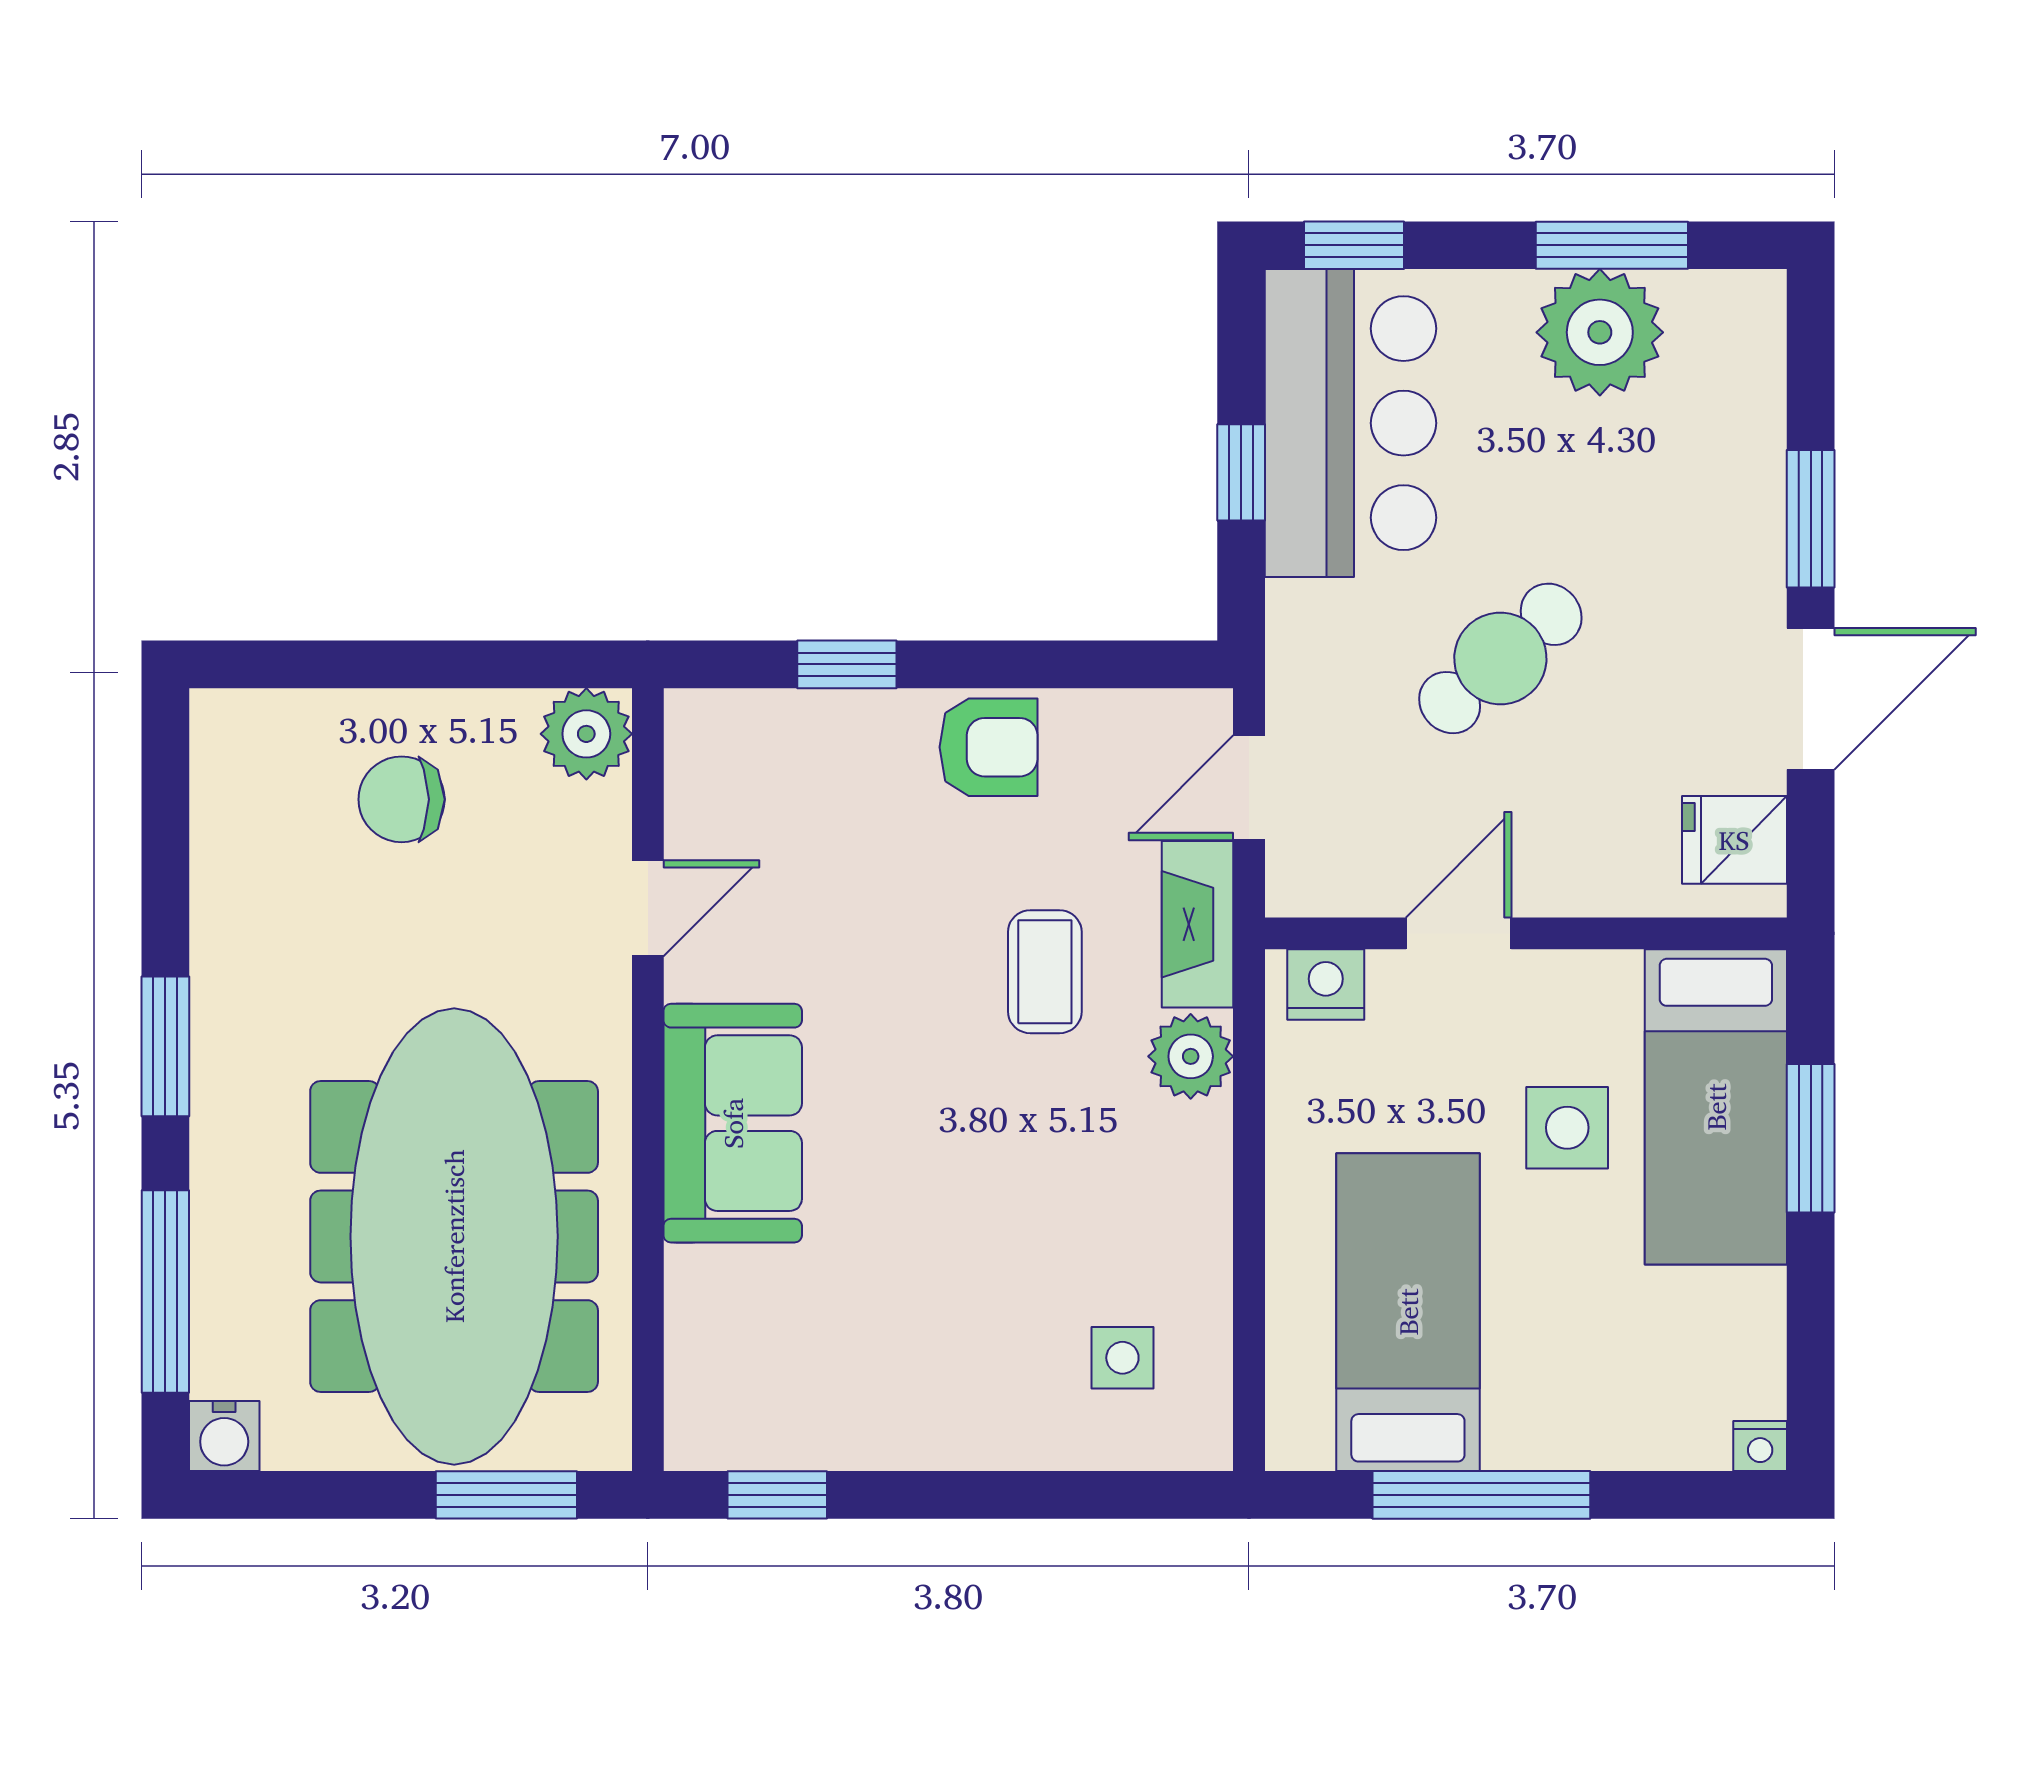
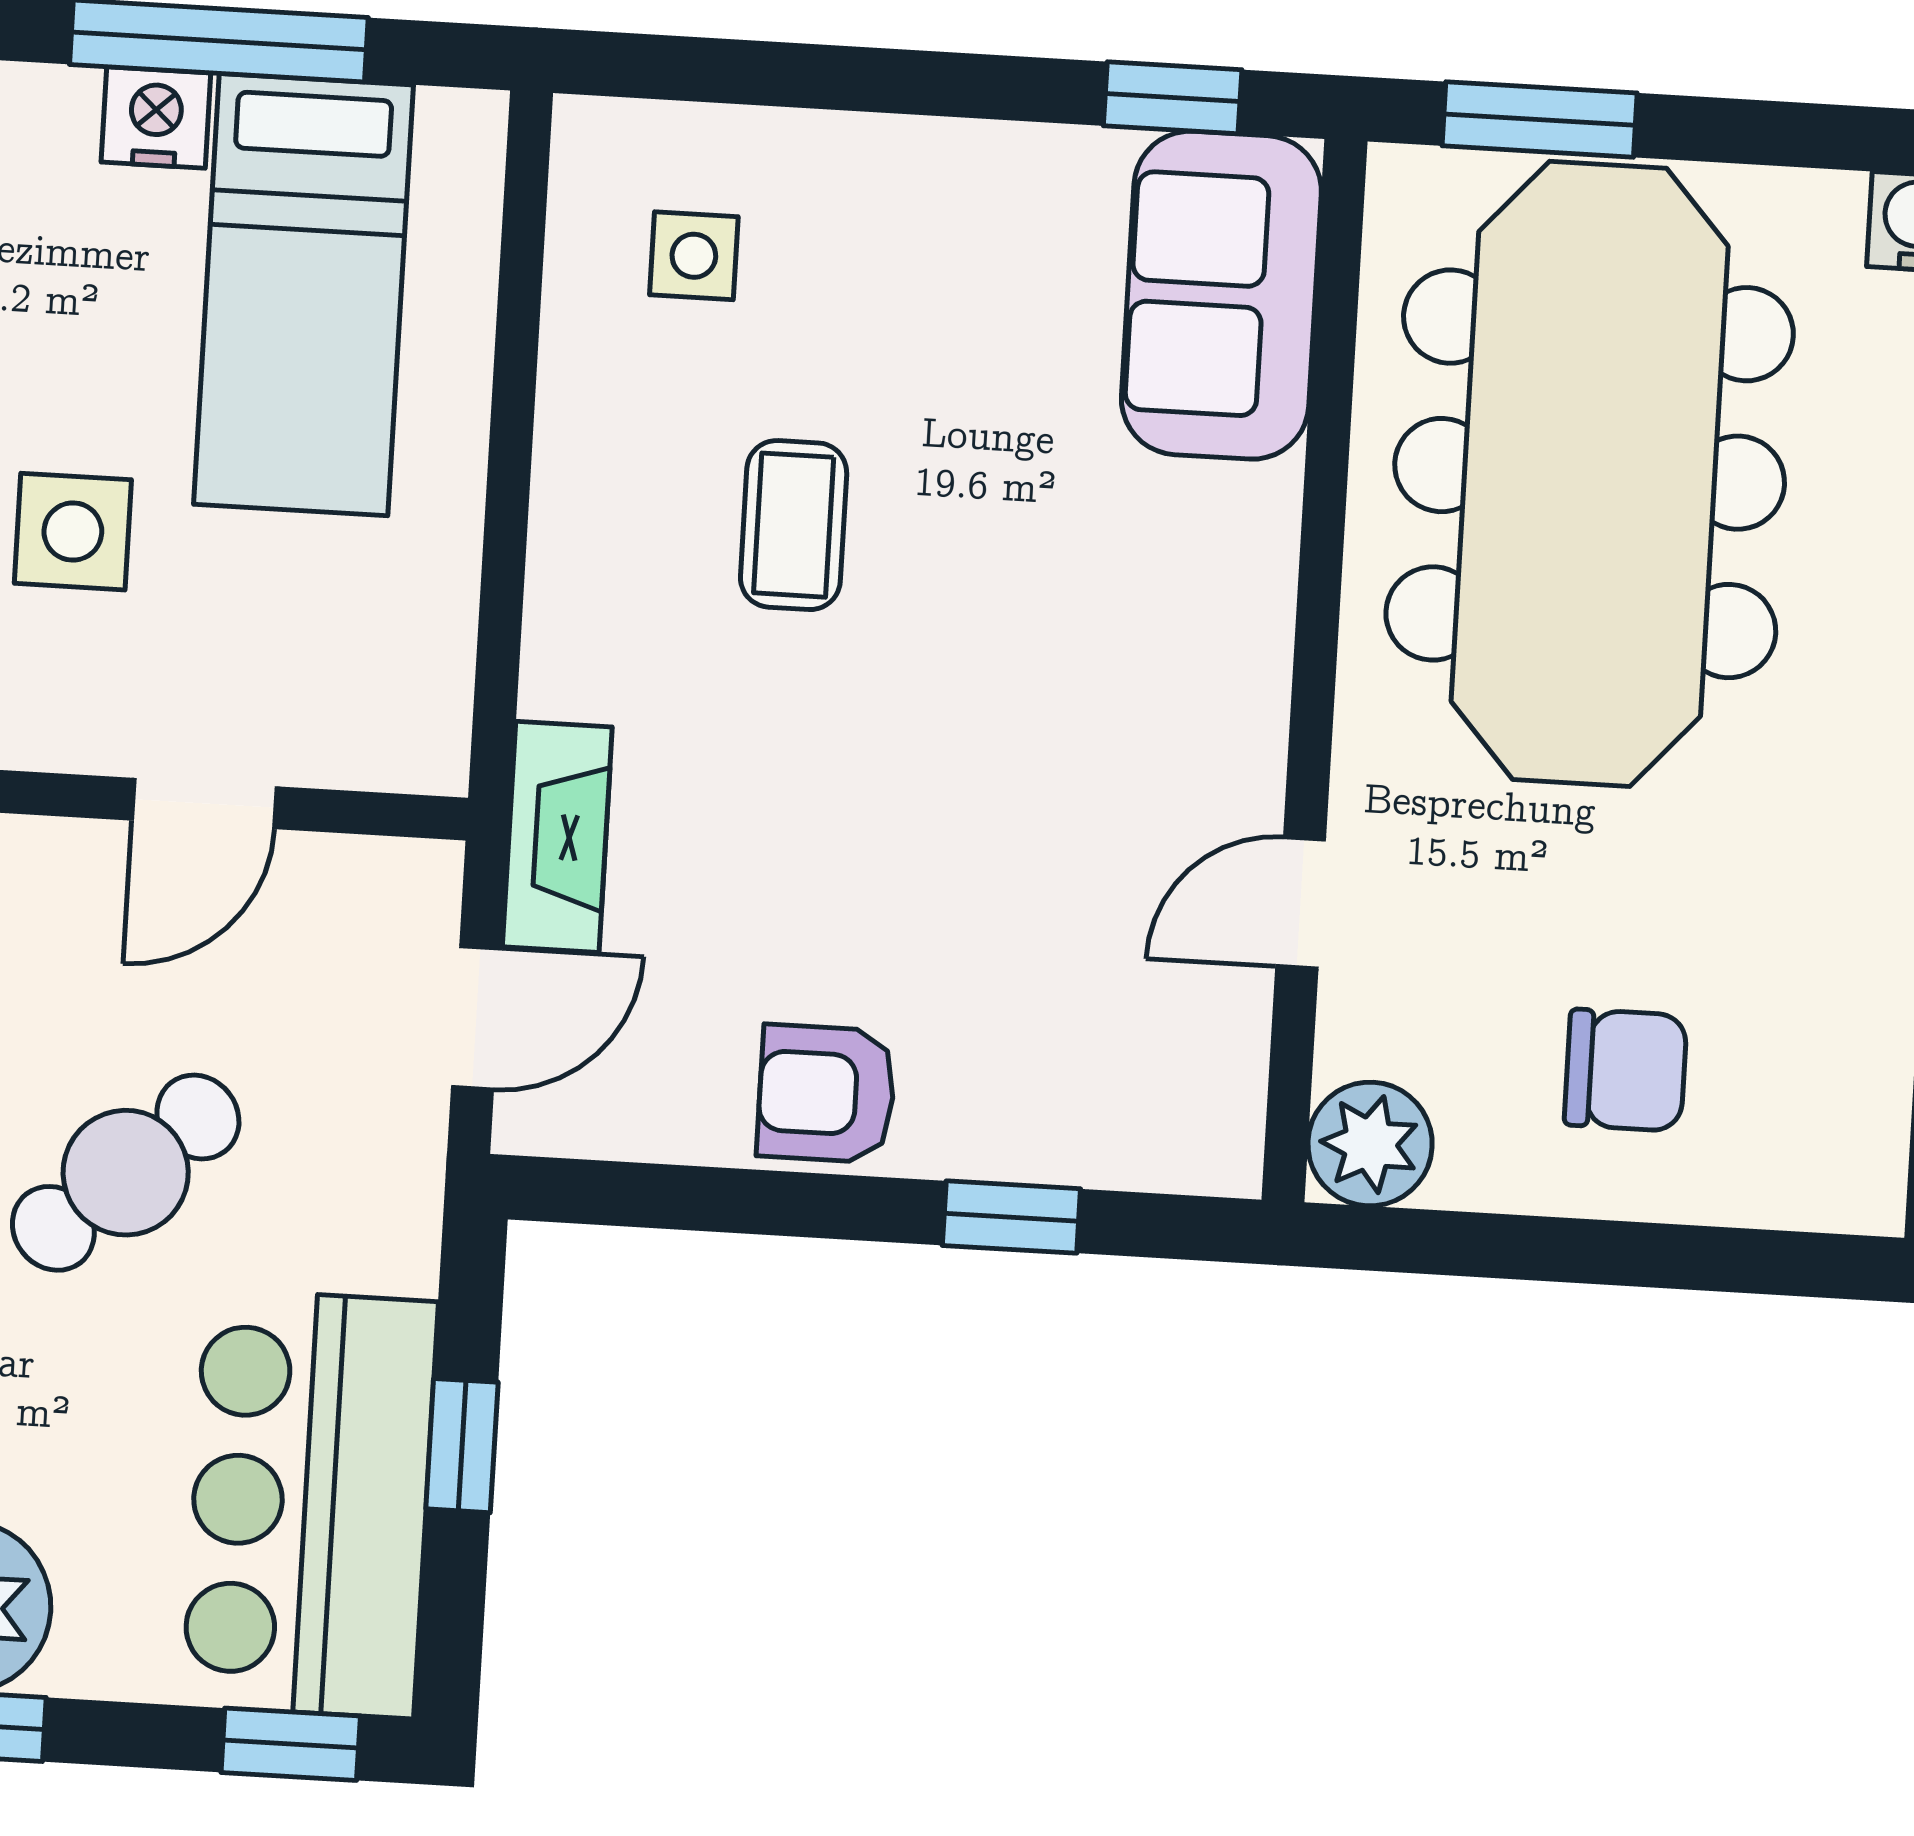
coffee table: (1045, 972) -> (794, 525), moved
nightstand: (1326, 984) -> (156, 117), moved, turned 180
plant: (1191, 1056) -> (577, 658), removed
sofa: (733, 1123) -> (1221, 295), moved

